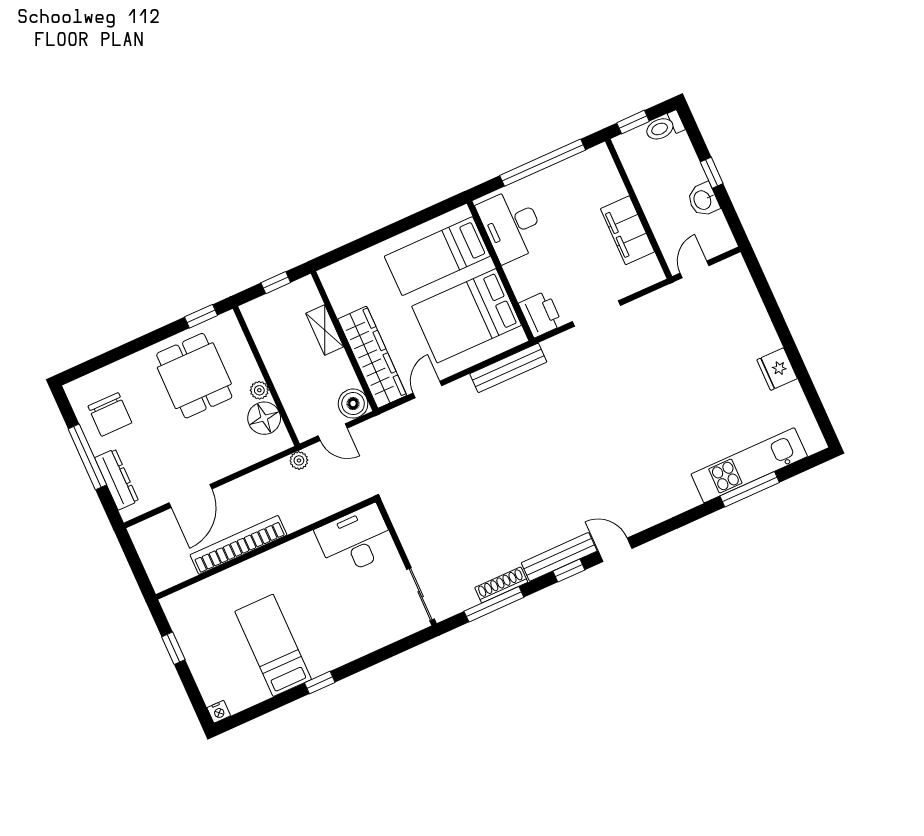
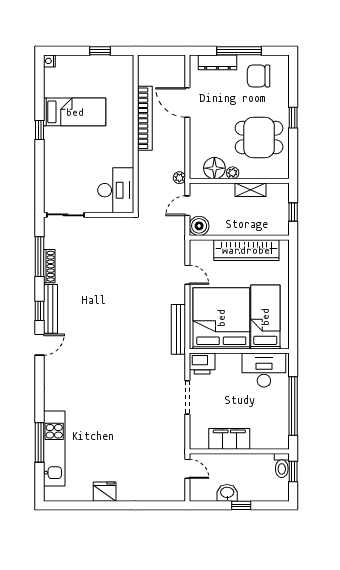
toilet: (664, 127) -> (282, 466), moved, turned 180
window: (201, 316) -> (293, 118), moved
bed: (467, 316) -> (221, 318), width x1.36
shelving: (325, 330) -> (251, 190), moved
wardrobe: (372, 357) -> (246, 250), moved

